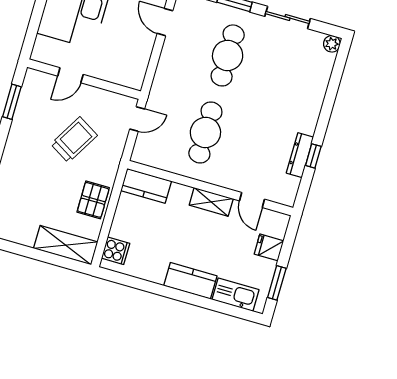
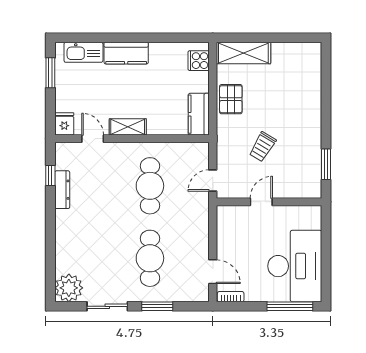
plant: (332, 44) -> (69, 288), width x1.88, depth x1.88
door: (70, 75) -> (261, 202), moved
trolley: (74, 140) -> (262, 147), width x0.73, depth x0.72
window: (313, 156) -> (50, 175), moved
kitchen counter: (146, 186) -> (199, 114), moved, turned -90
fridge: (269, 247) -> (64, 124), moved, turned -90

